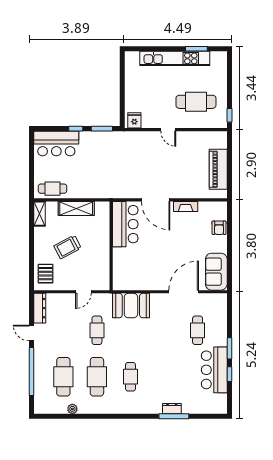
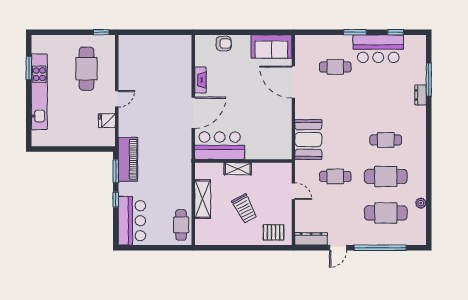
fridge: (134, 120) -> (107, 121), moved
piano: (218, 169) -> (128, 159), moved, turned -90
shelving: (39, 214) -> (238, 169), moved
window: (229, 374) -> (396, 32), moved
window: (174, 416) -> (429, 80), moved

